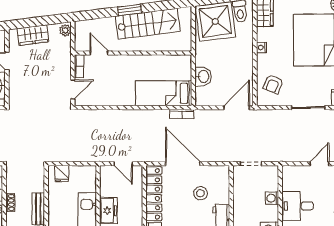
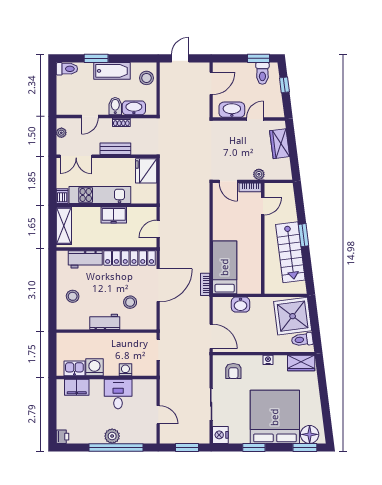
plant: (65, 30) -> (259, 174), moved
armchair: (273, 84) -> (233, 371), turned -114
fridge: (62, 174) -> (146, 171), width x1.88, depth x1.34

